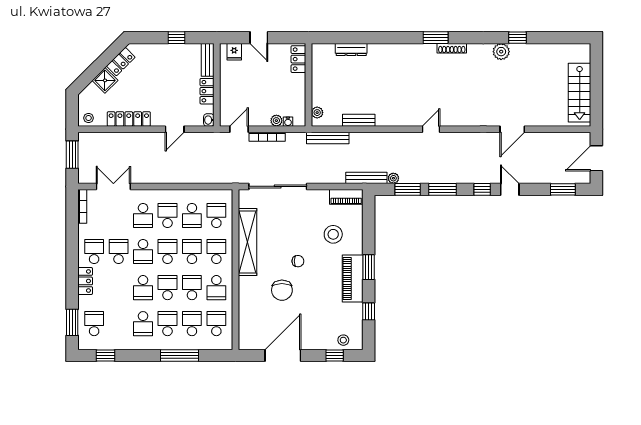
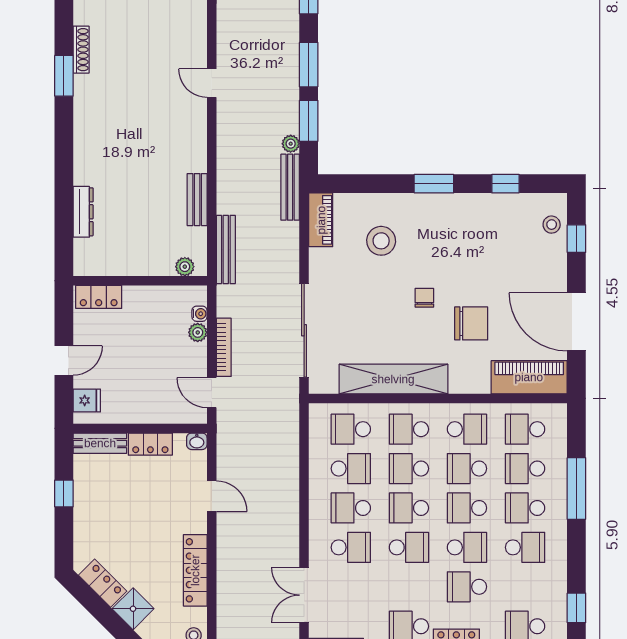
school desk: (119, 252) -> (467, 587), moved
piano: (353, 278) -> (529, 377), moved, turned 180

